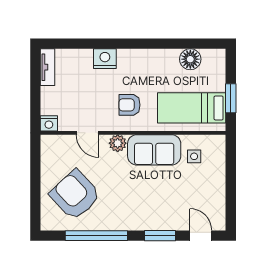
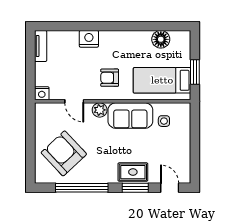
rug: (157, 217) -> (133, 172), added

